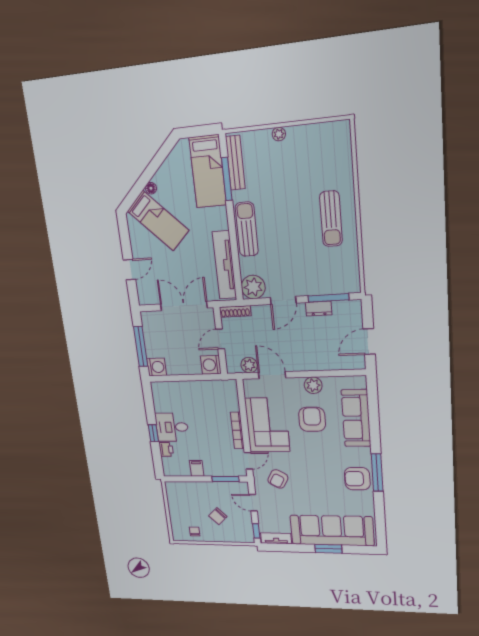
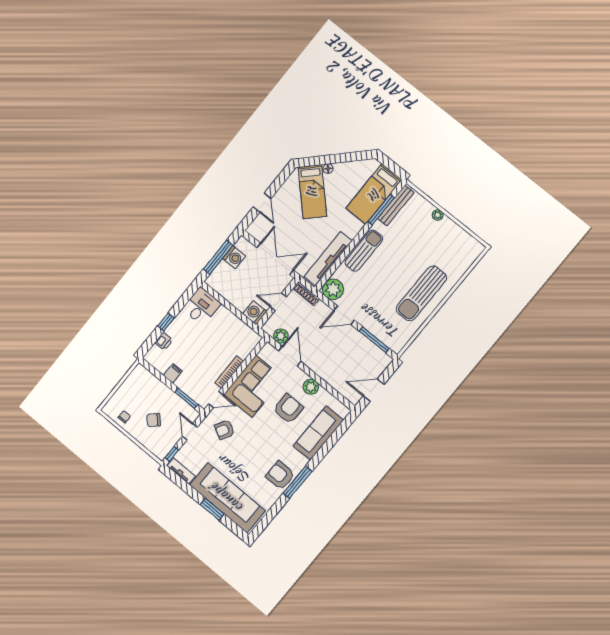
sun lounger: (331, 219) -> (421, 293), width x1.36, depth x1.34
door: (129, 270) -> (262, 203), hinge flipped
dresser: (319, 309) -> (362, 341), removed
washing machine: (157, 367) -> (234, 257), moved
desk: (172, 427) -> (202, 306), moved, turned 90

